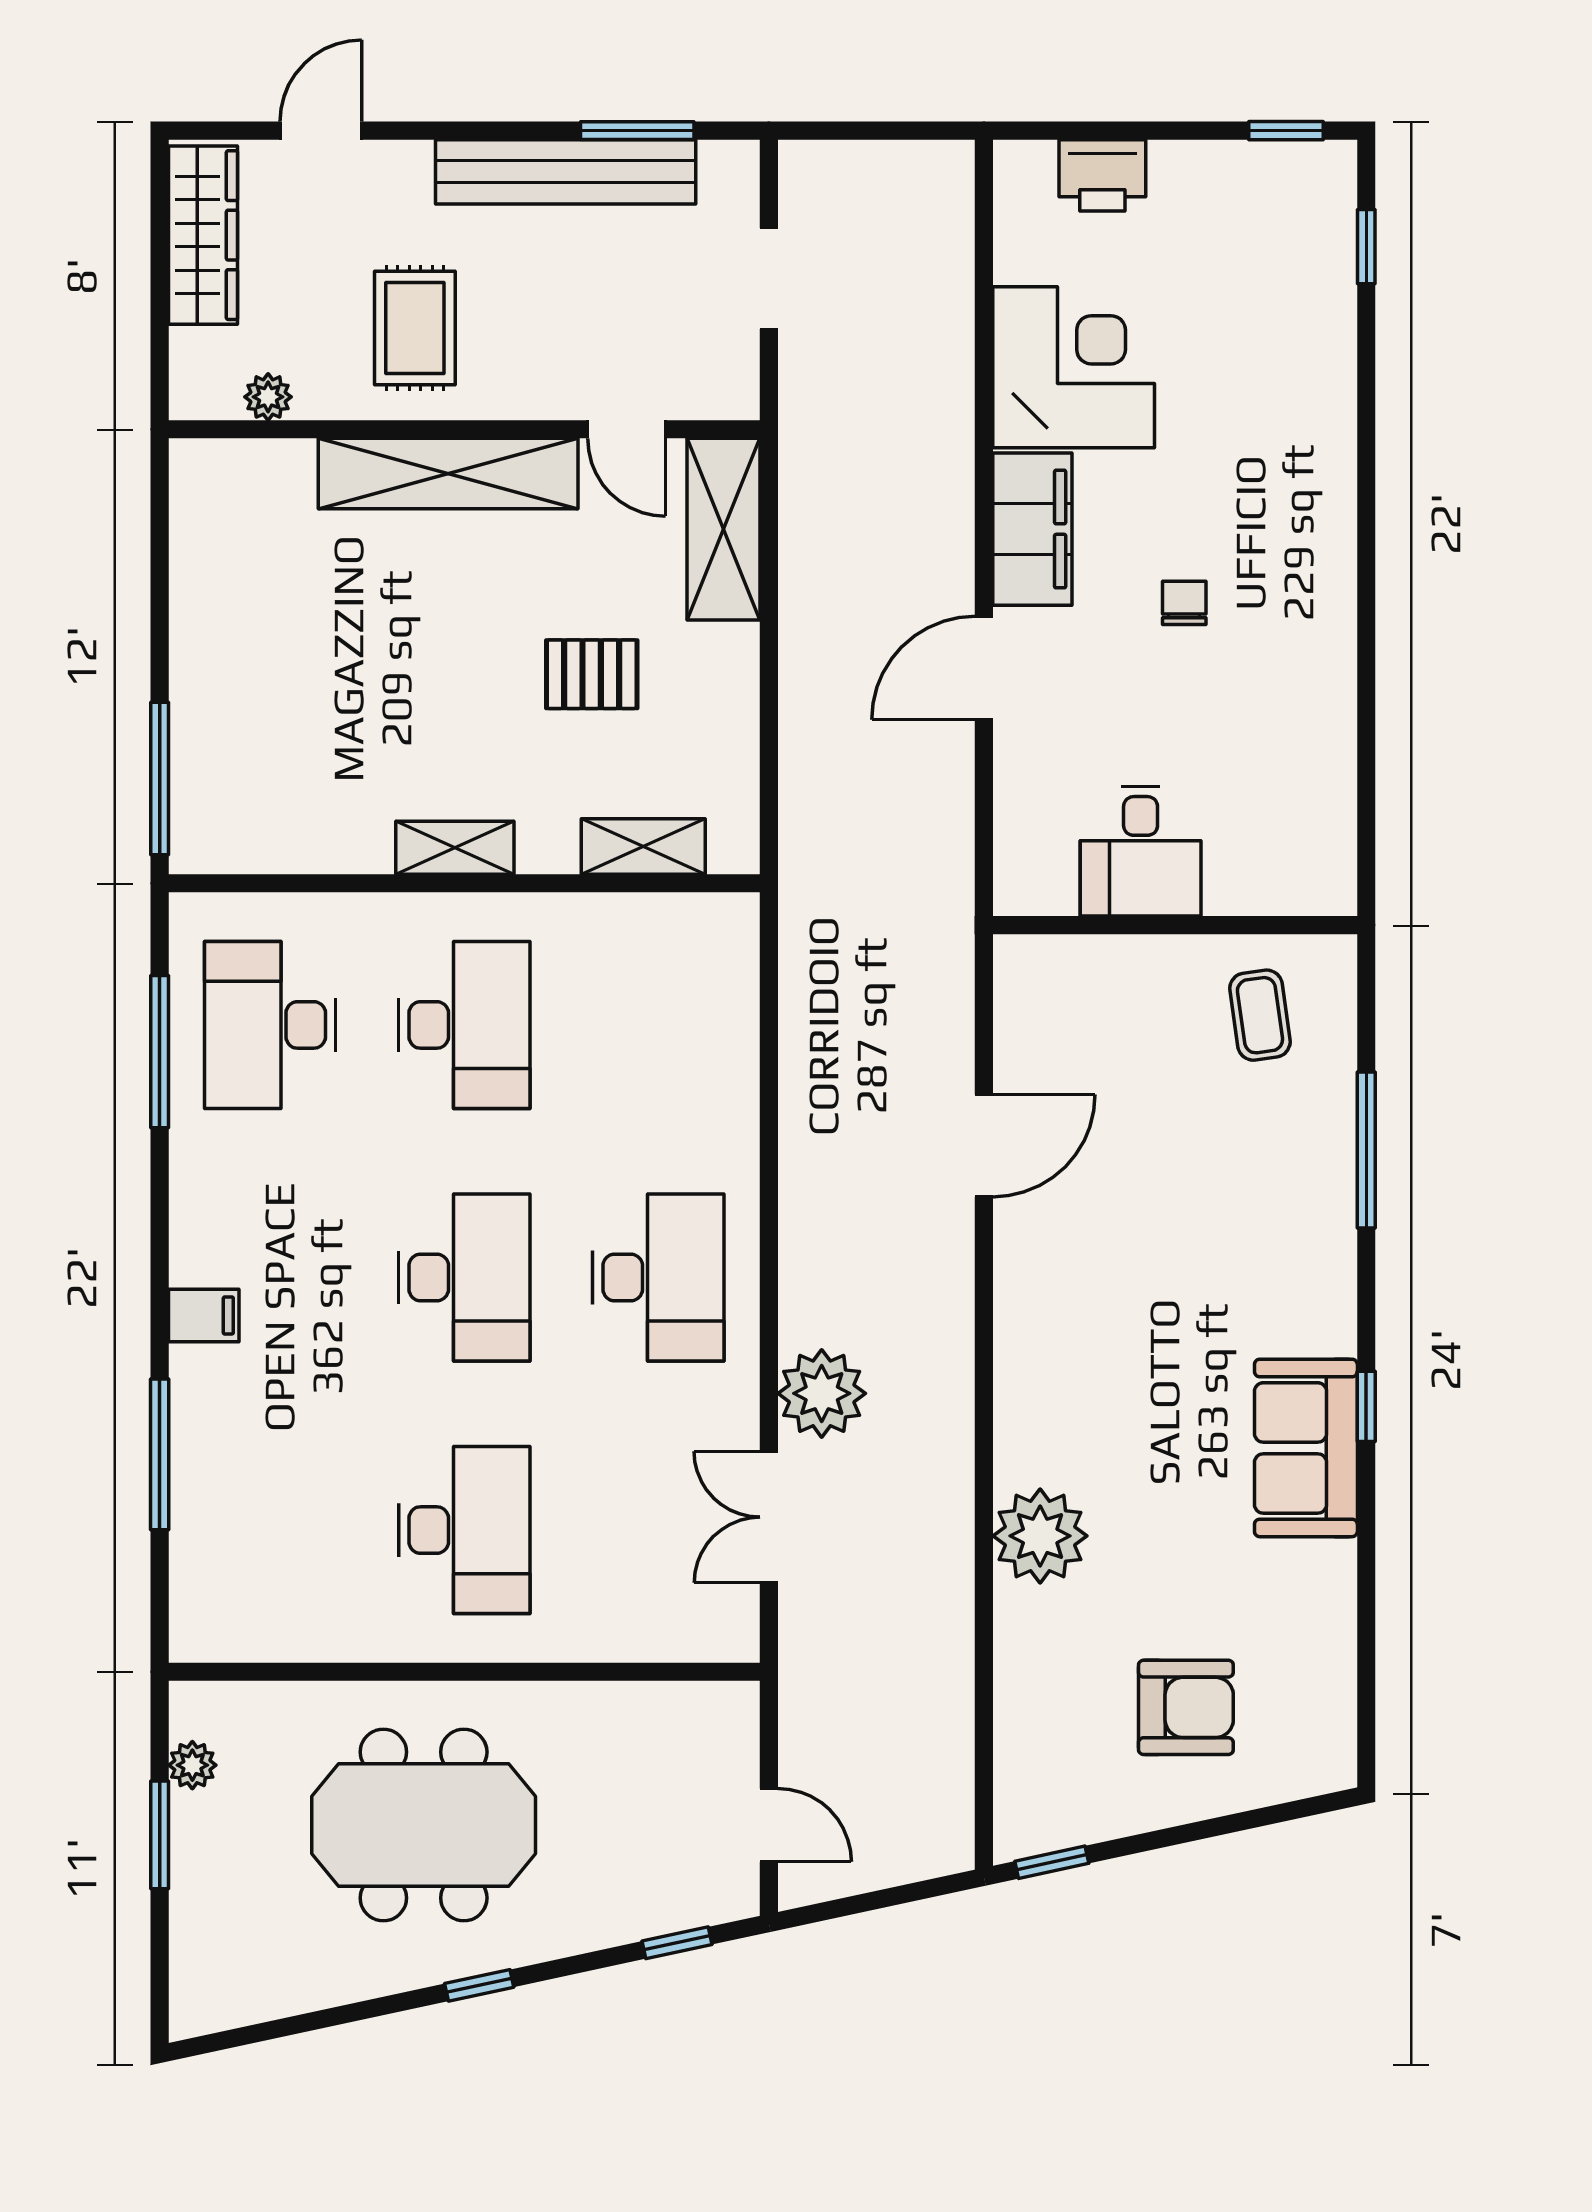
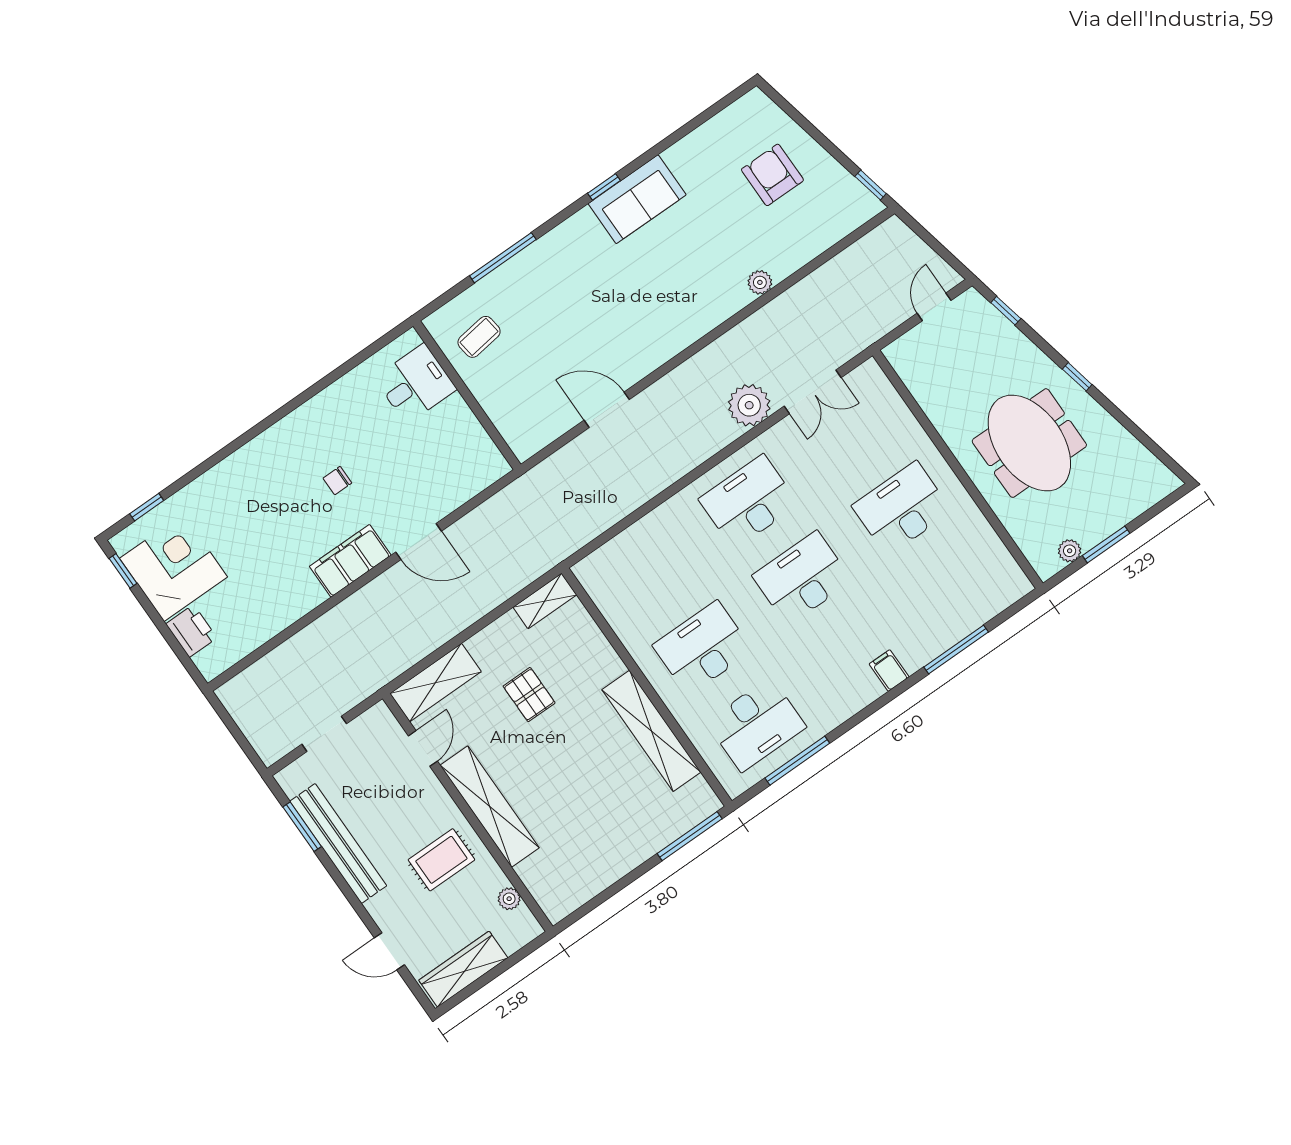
corner desk: (1074, 367) -> (174, 568), moved, turned 90
shelving: (643, 846) -> (545, 601), moved, turned 90
shelving: (455, 848) -> (651, 731), width x2.20, depth x1.33
desk: (1141, 851) -> (415, 384), moved
plant: (1040, 1536) -> (760, 282), width x0.53, depth x0.53

